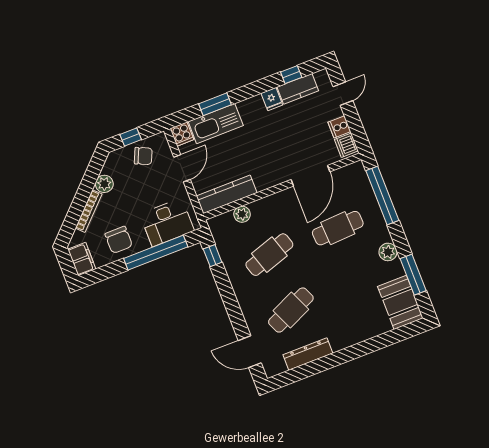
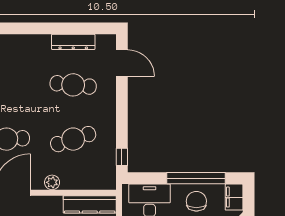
plant: (242, 214) -> (52, 182), moved
window: (156, 253) -> (196, 178), moved
cafe table: (291, 310) -> (73, 85), turned 30

